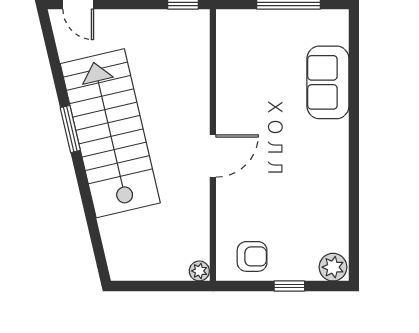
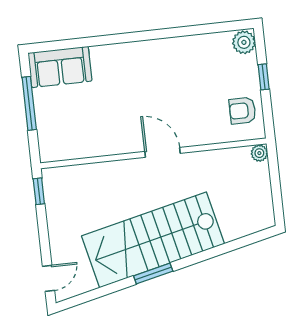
sofa: (328, 82) -> (60, 67), moved
armchair: (252, 256) -> (242, 111), turned -90

